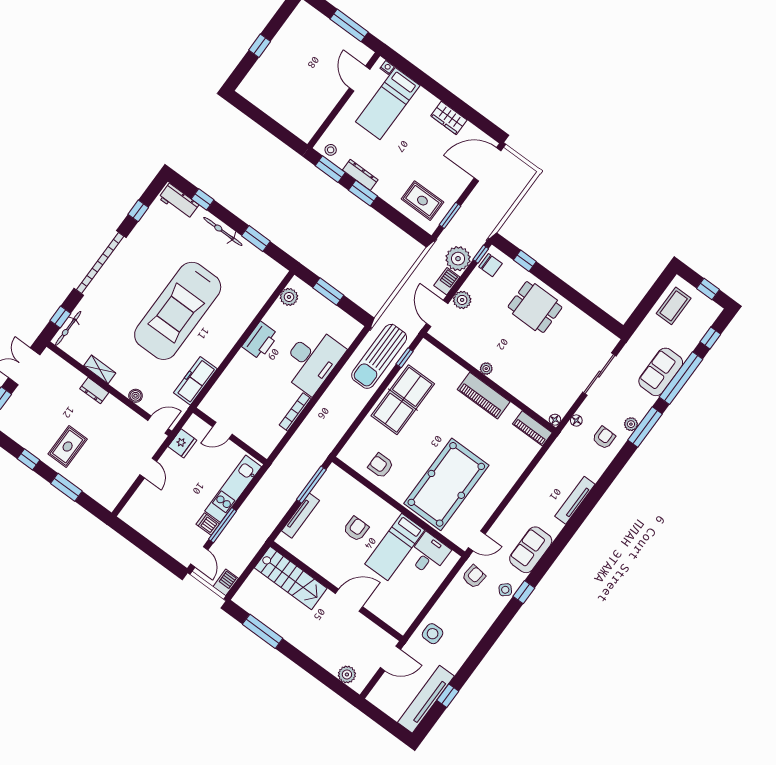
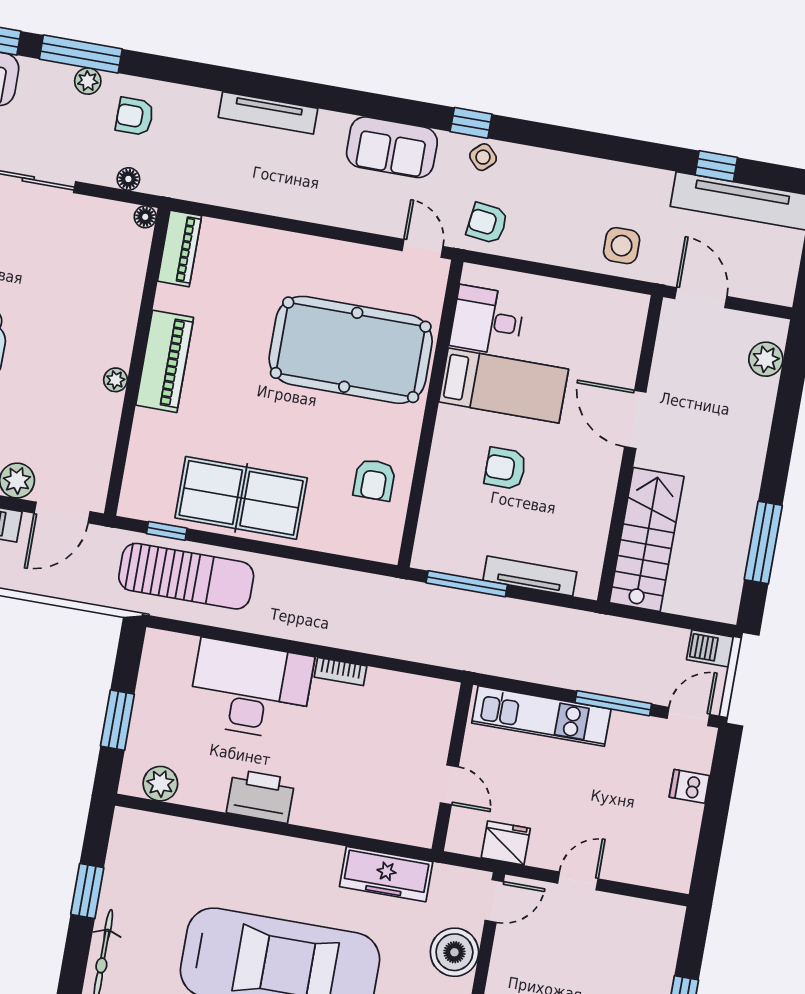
boiler: (136, 396) -> (454, 952), width x1.86, depth x1.86
bookcase: (295, 412) -> (341, 672), width x0.64
door: (158, 425) -> (494, 901), swing flipped
dishwasher: (208, 524) -> (689, 786), moved, turned 90

